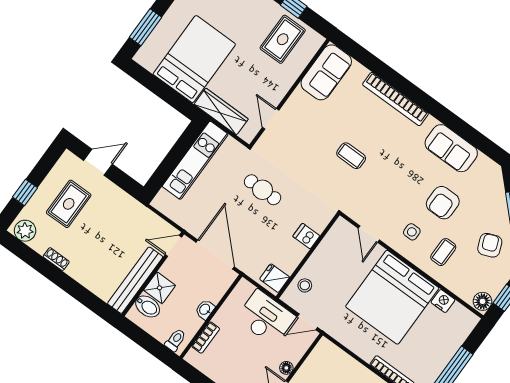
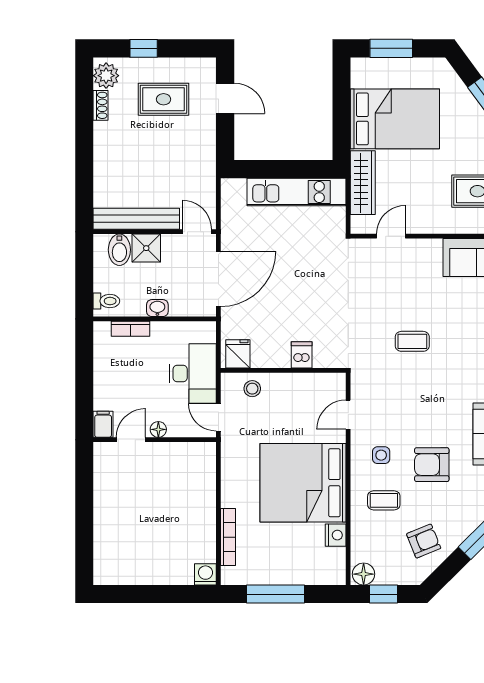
coffee table: (351, 156) -> (412, 341), turned 90
cafe table: (263, 190) -> (316, 279), removed
shoe rack: (56, 259) -> (101, 105), moved

